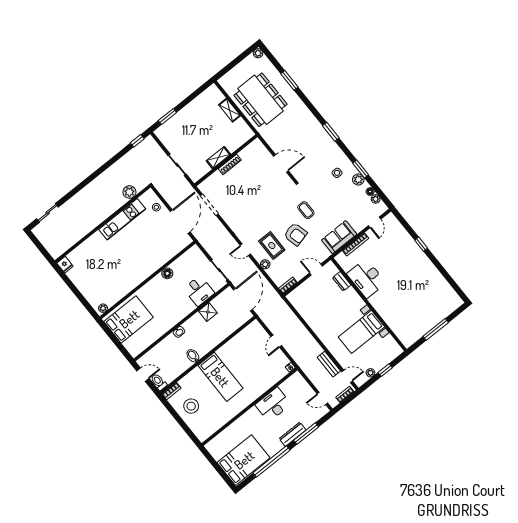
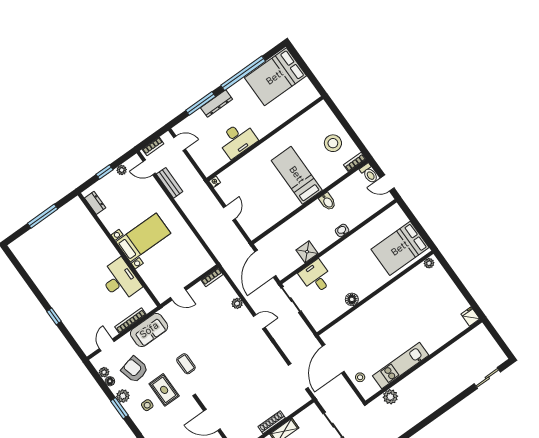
armchair: (295, 234) -> (135, 370), moved
rug: (272, 246) -> (164, 390), moved
dresser: (342, 281) -> (95, 203), moved
bed with nightstands: (361, 332) -> (143, 238), moved

